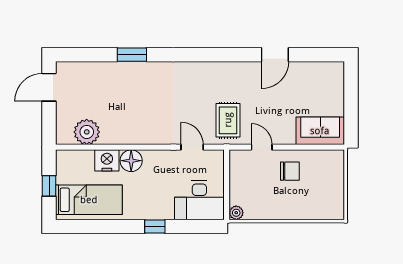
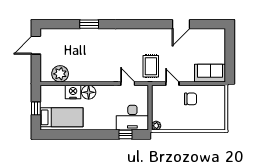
window: (155, 226) -> (125, 134), moved

